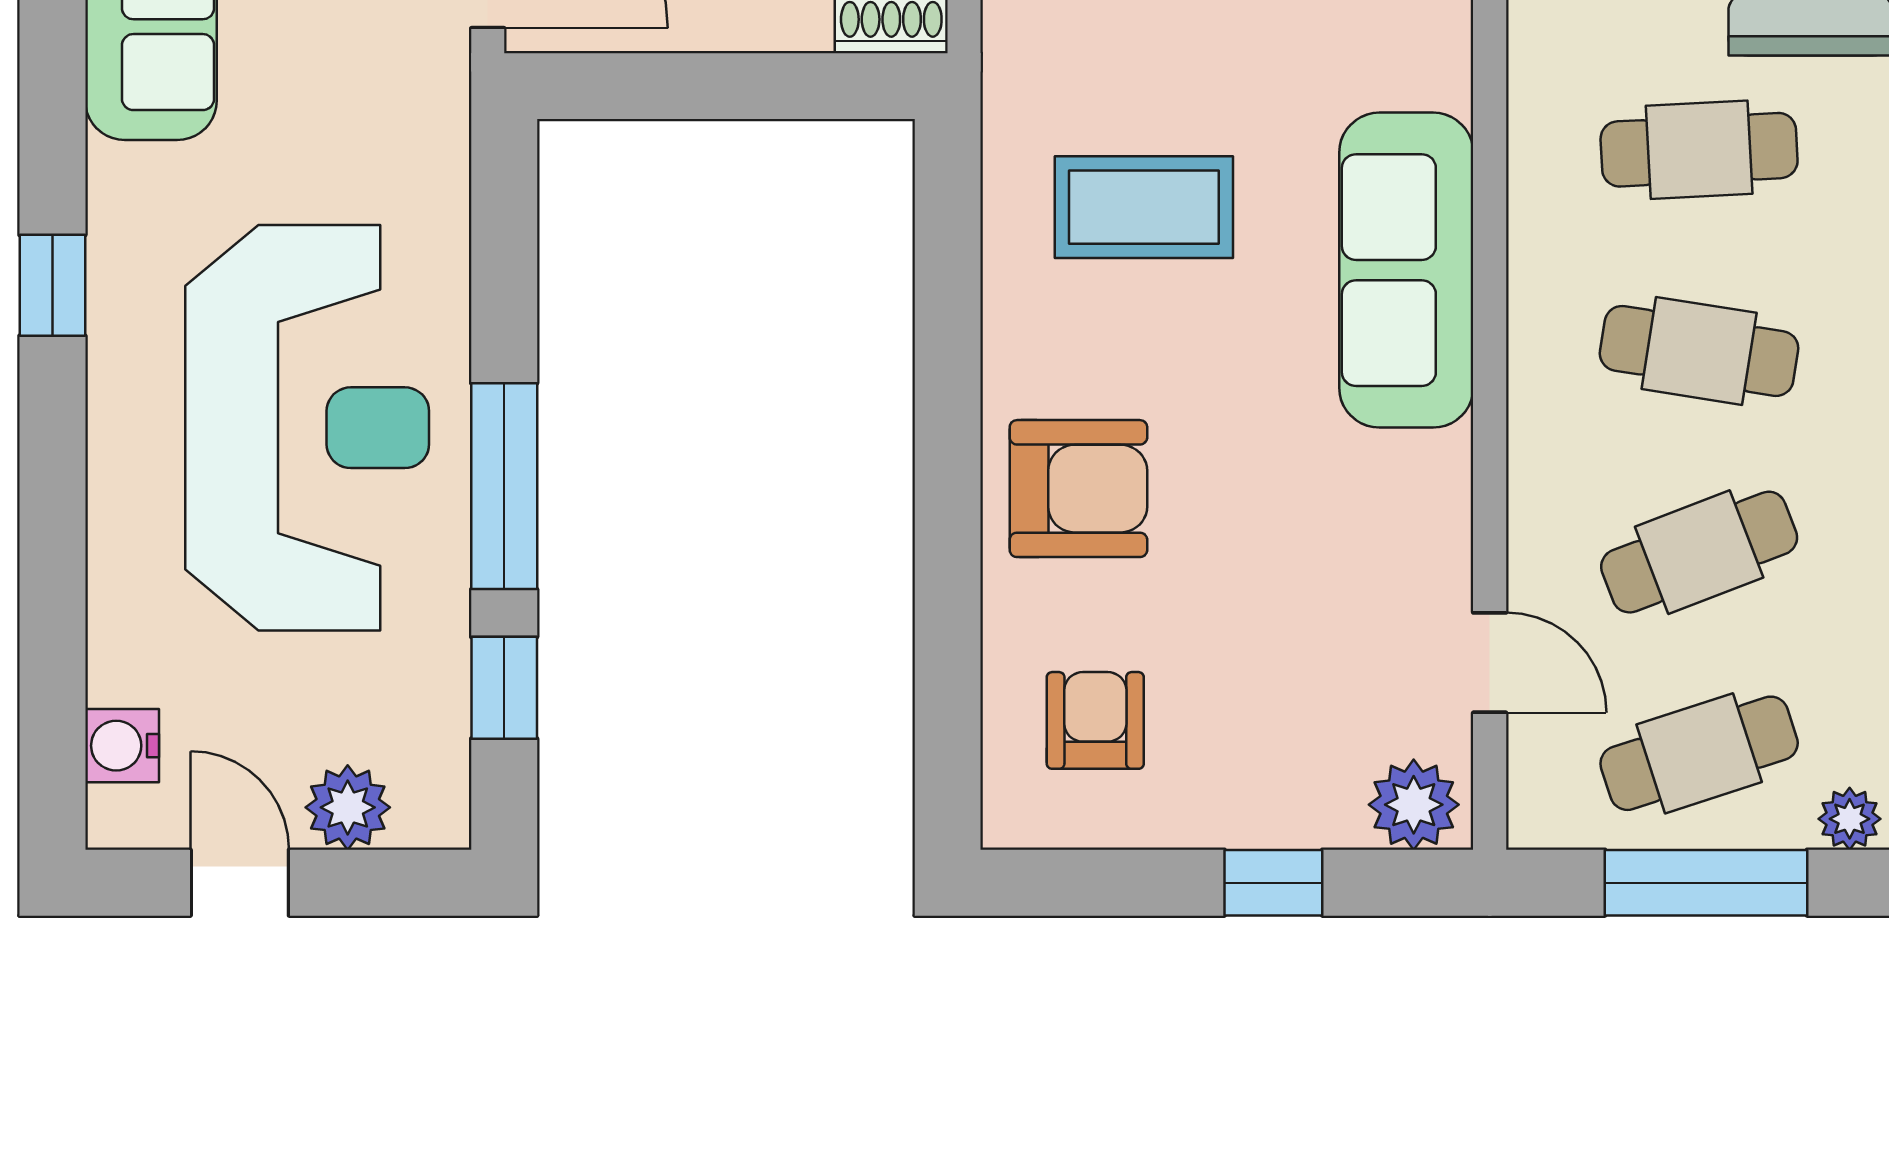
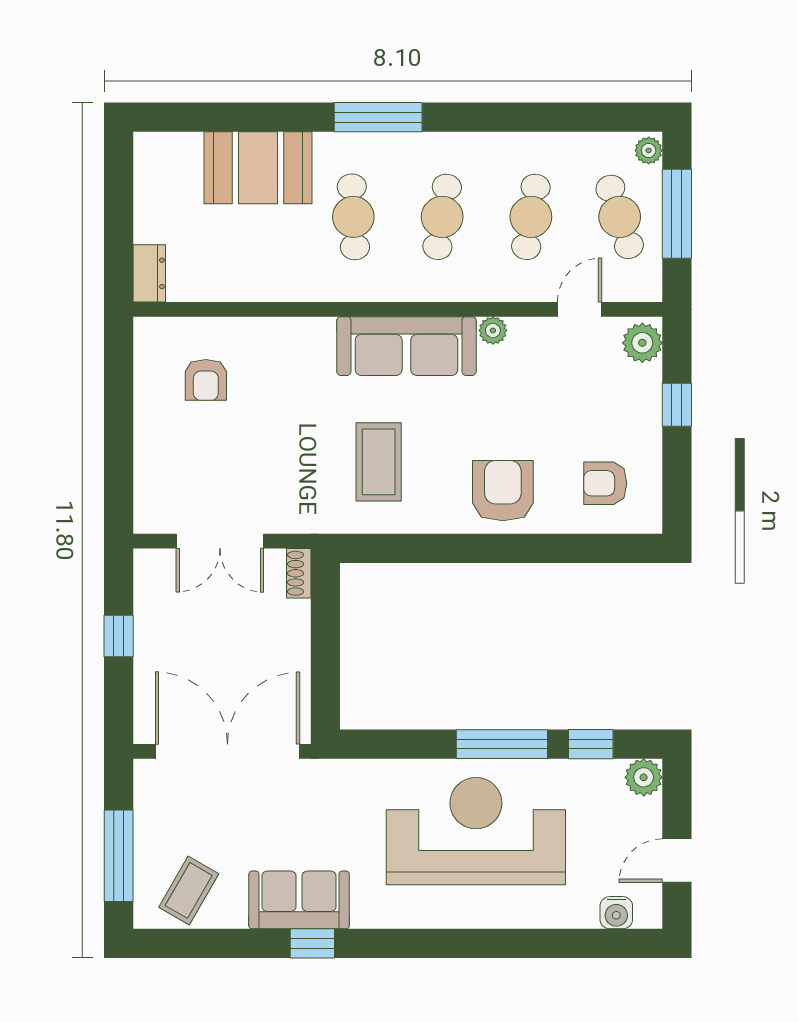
window: (52, 285) -> (312, 943), moved
plant: (1442, 466) -> (493, 330), added
cafe table: (1699, 552) -> (531, 217), turned 30
plant: (348, 807) -> (644, 777), moved

